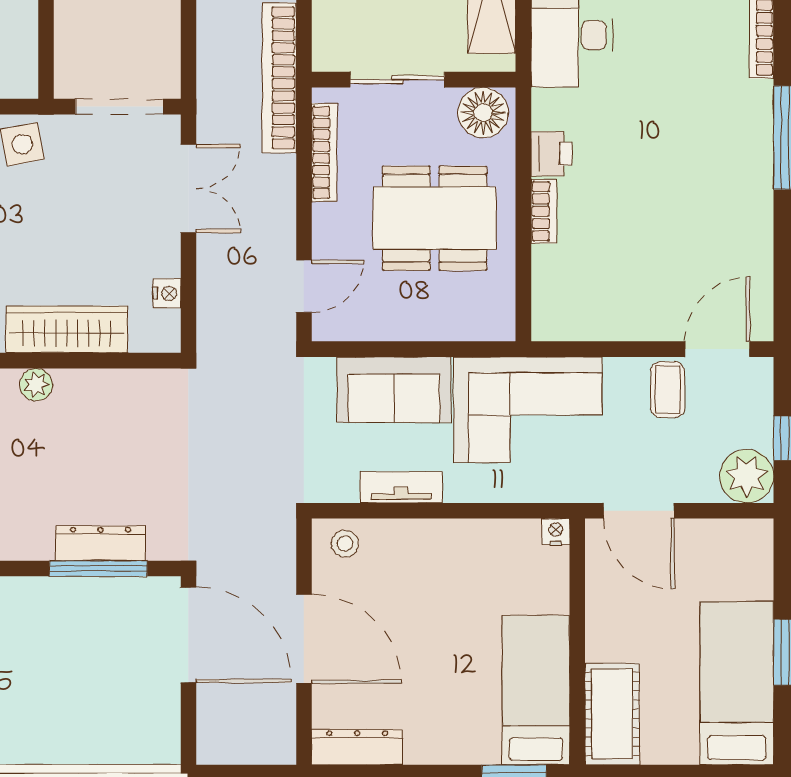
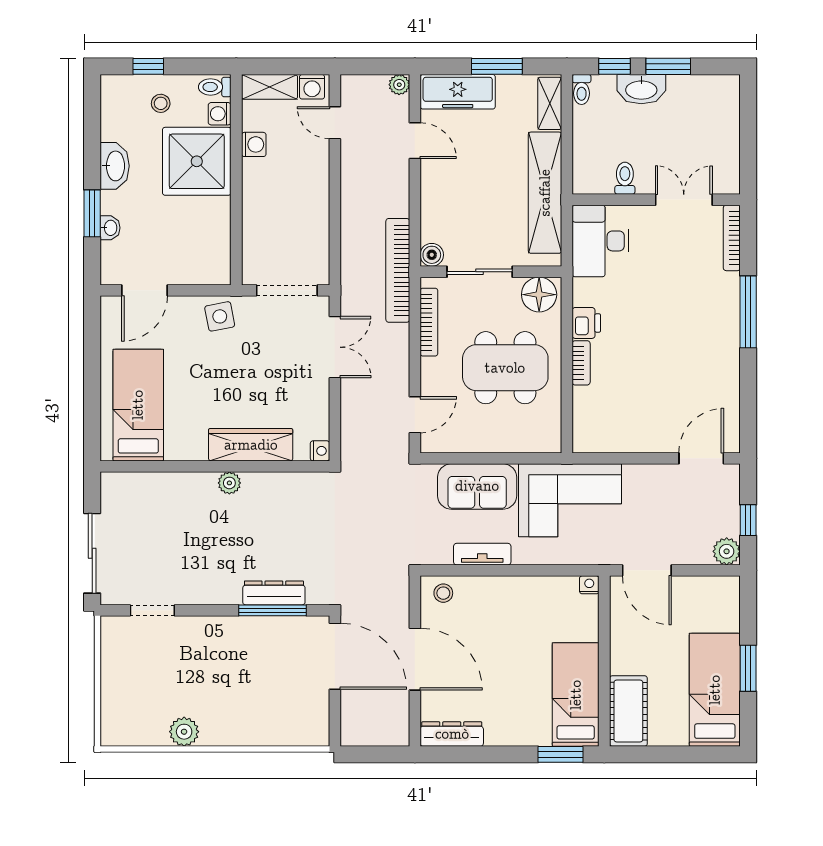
boiler: (328, 55) -> (432, 255), added
nightstand: (167, 293) -> (320, 451), moved
coffee table: (668, 390) -> (667, 486), removed
plant: (747, 476) -> (727, 551), width x0.73, depth x0.73

